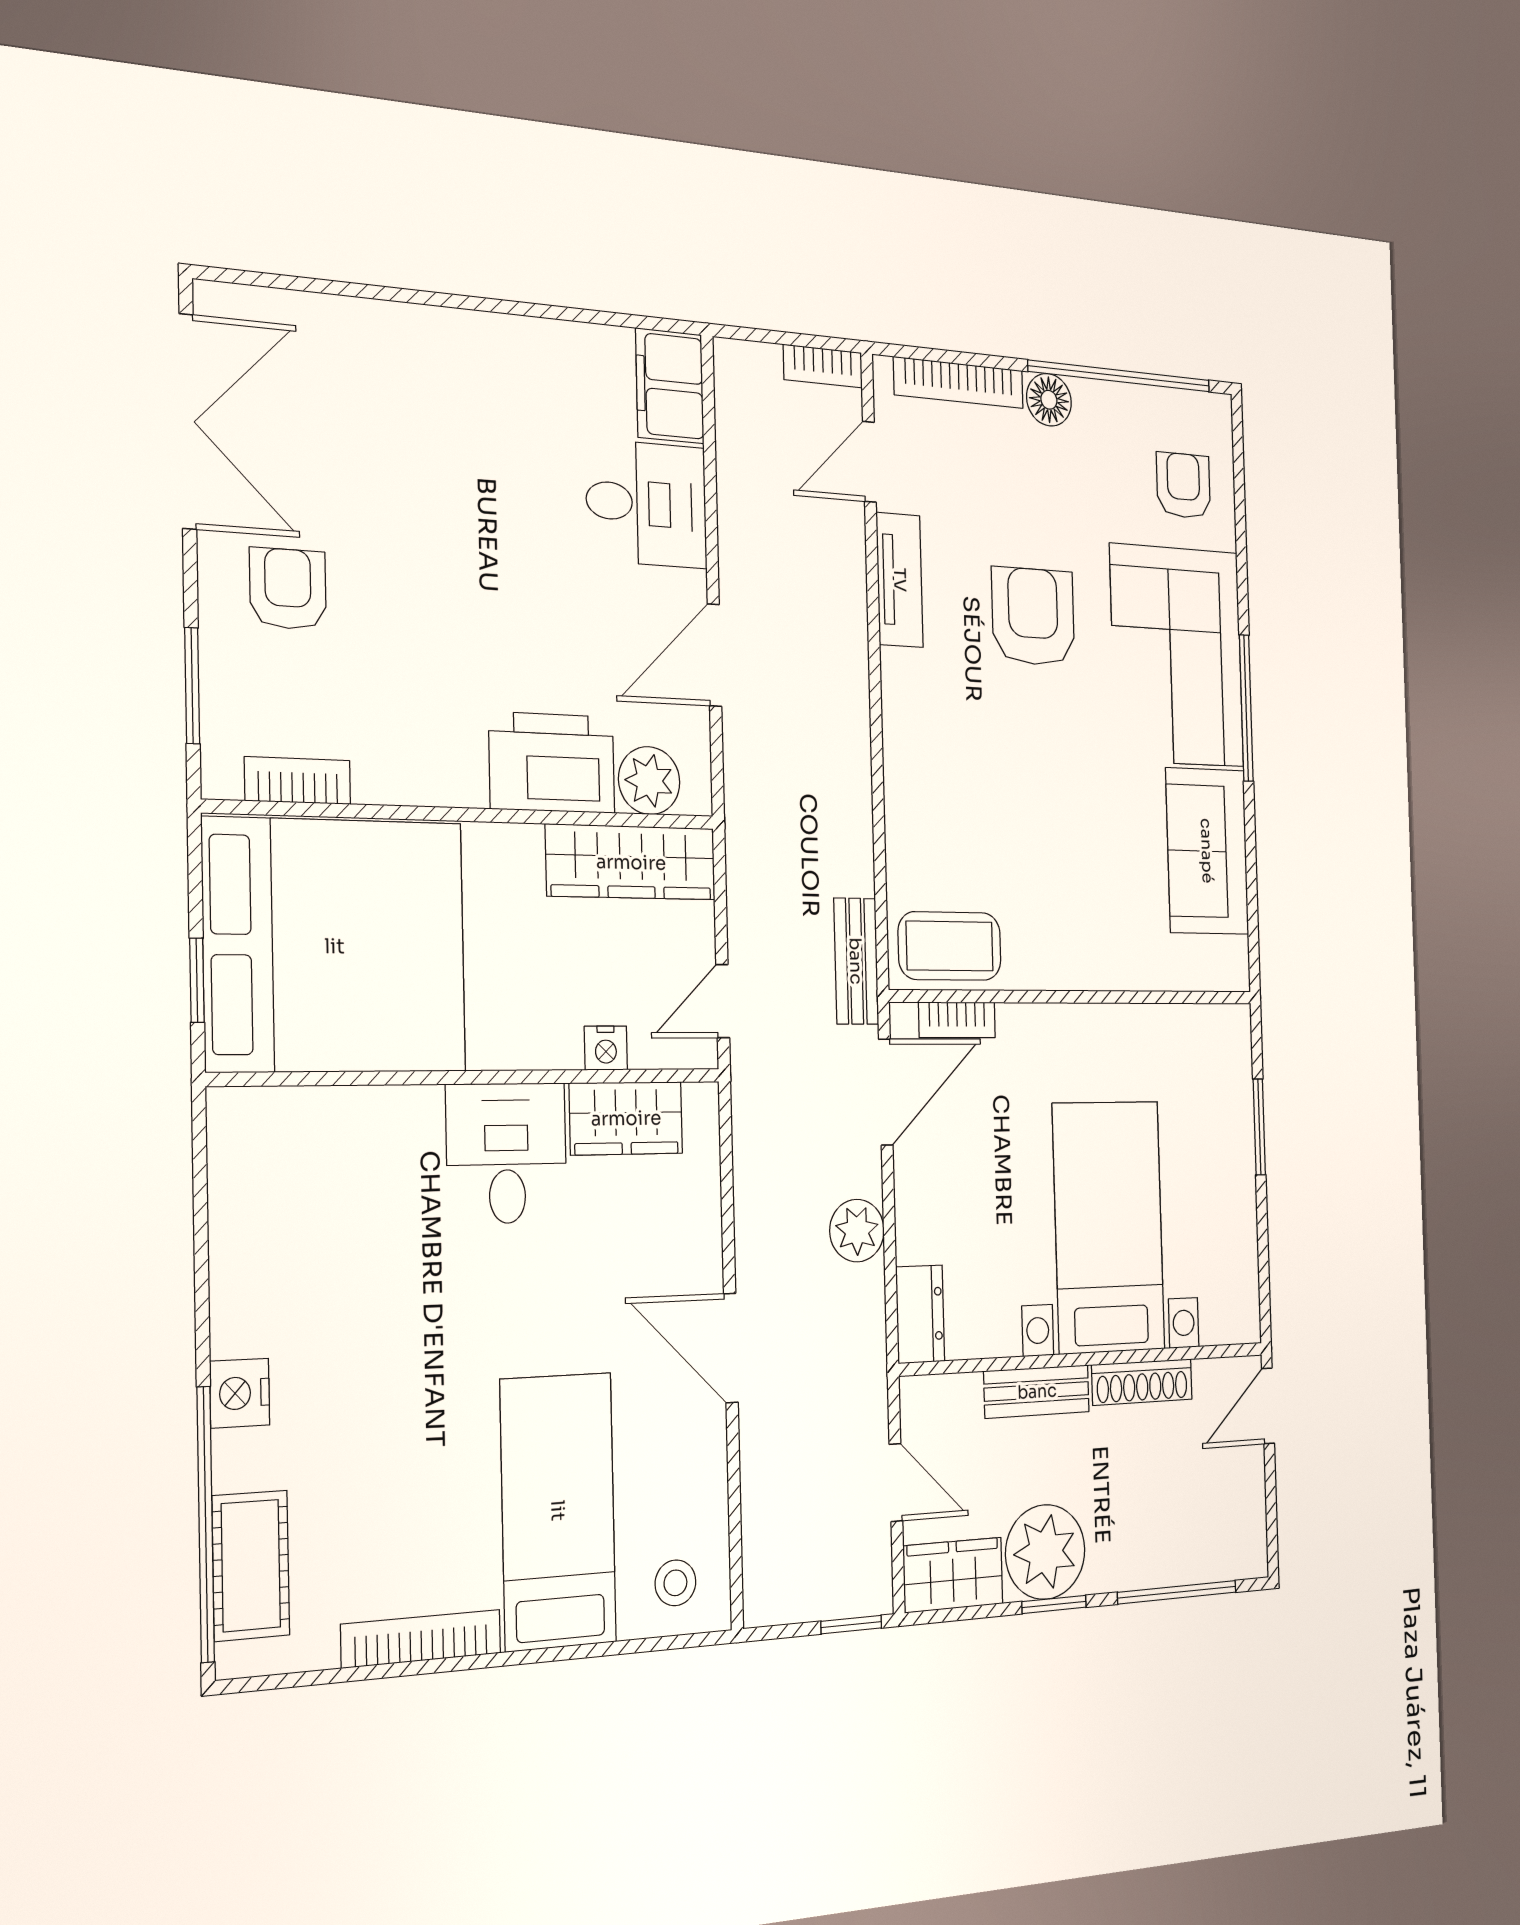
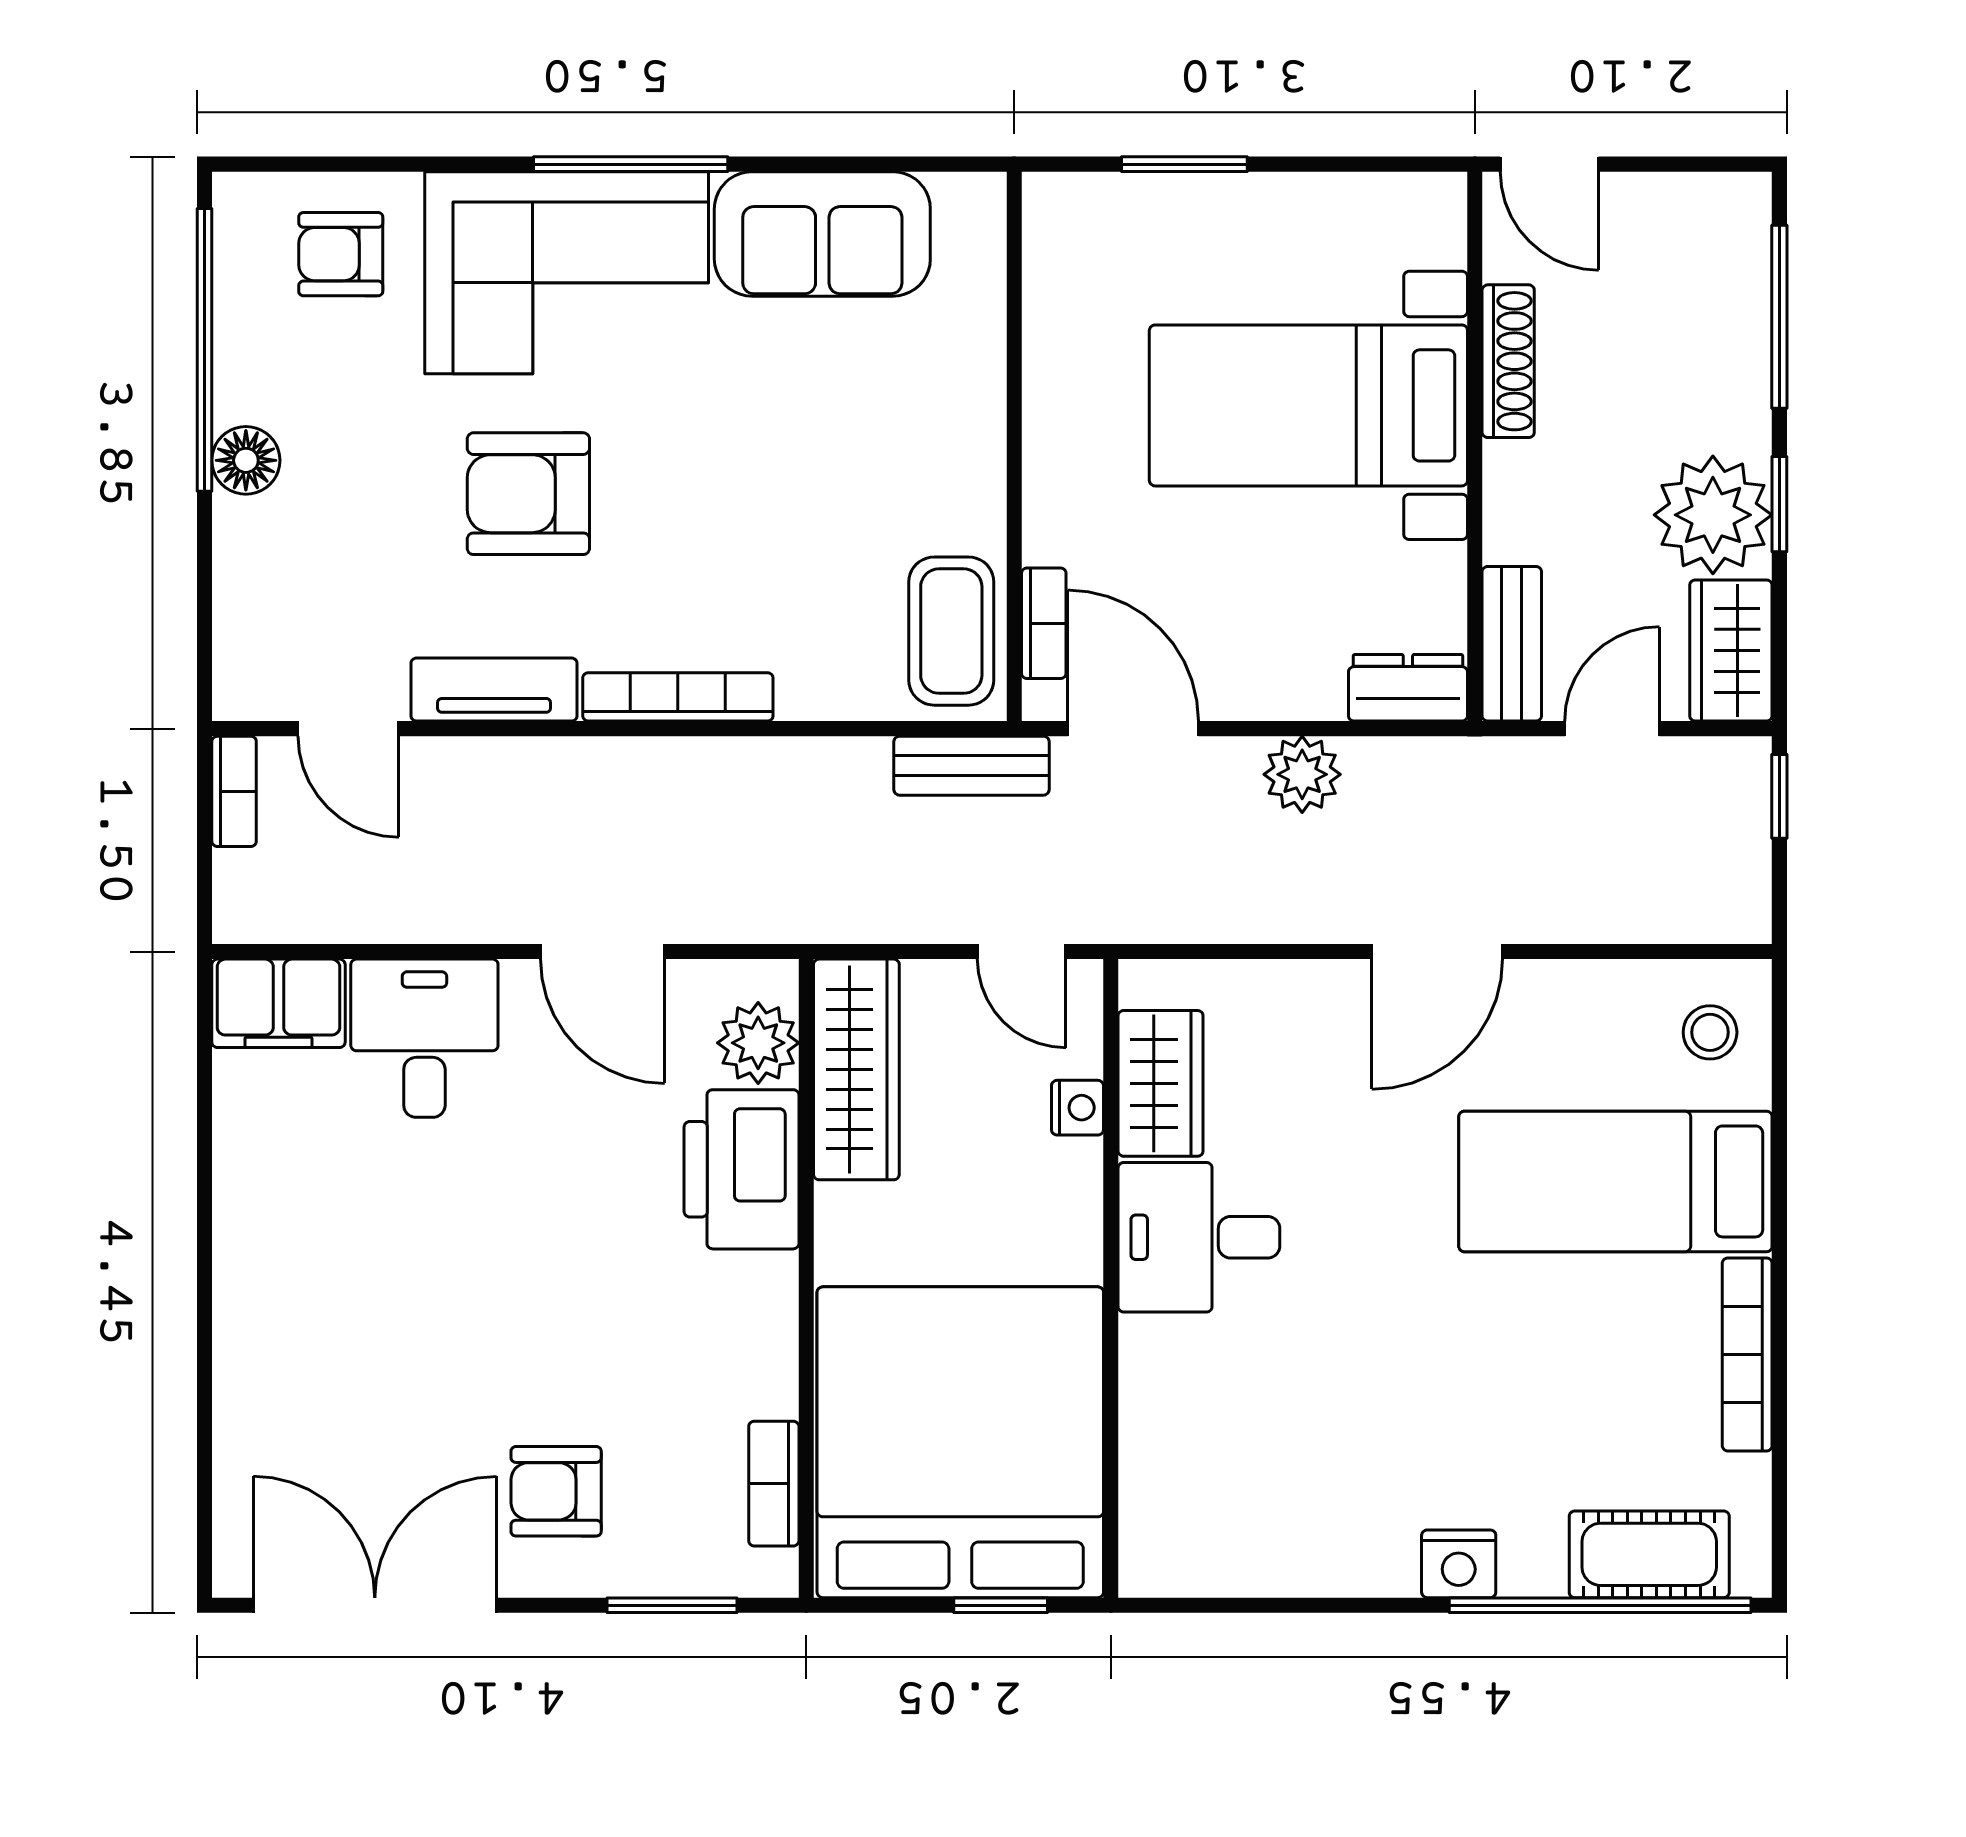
bookcase: (959, 383) -> (678, 697), moved, turned -90
bench: (1037, 1391) -> (1512, 644), moved

